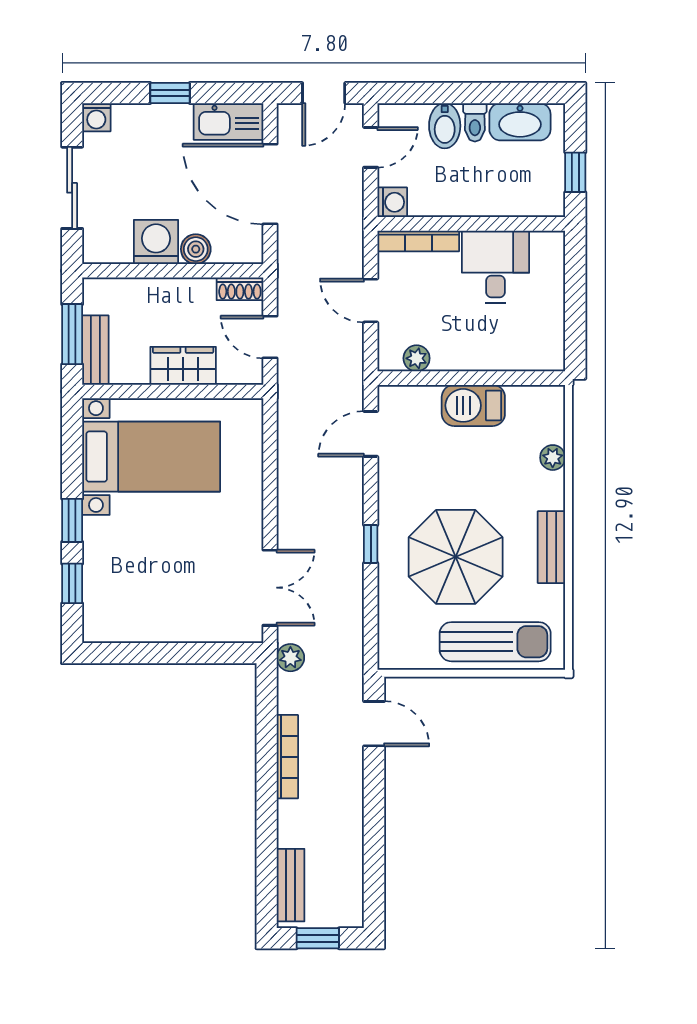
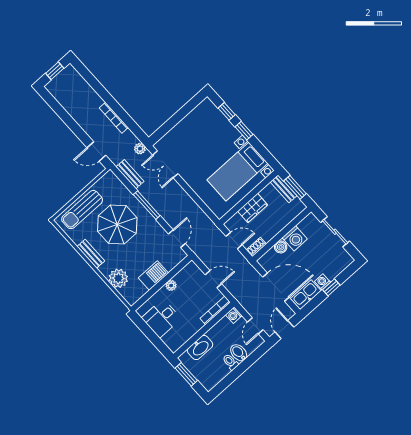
washing machine: (96, 117) -> (323, 282), moved
washbasin: (520, 122) -> (200, 348), moved, turned 180
window: (575, 172) -> (186, 374), width x1.50
desk: (495, 267) -> (161, 318), moved, turned 90
plant: (417, 358) -> (171, 285), moved
plant: (553, 458) -> (118, 278), width x1.88, depth x1.88
window: (371, 544) -> (147, 205), width x2.17
bench: (291, 885) -> (130, 174), moved

